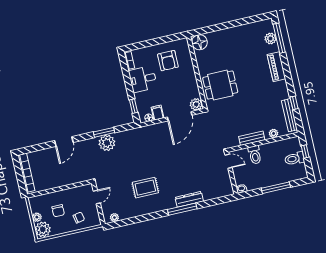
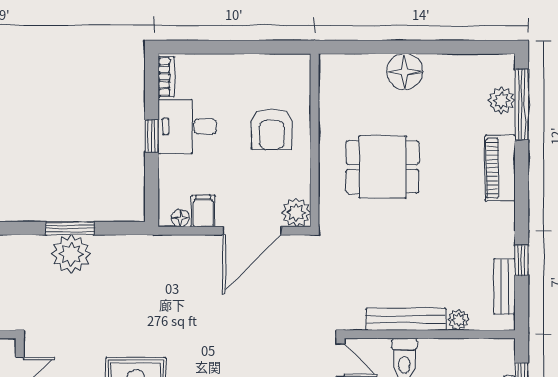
floor lamp: (199, 42) -> (405, 72), moved
armchair: (168, 61) -> (272, 129), moved
dining table: (220, 85) -> (383, 167), moved
window: (133, 106) -> (152, 136), moved
bench: (289, 115) -> (504, 286), width x0.73
bench: (252, 138) -> (406, 319), width x1.36

